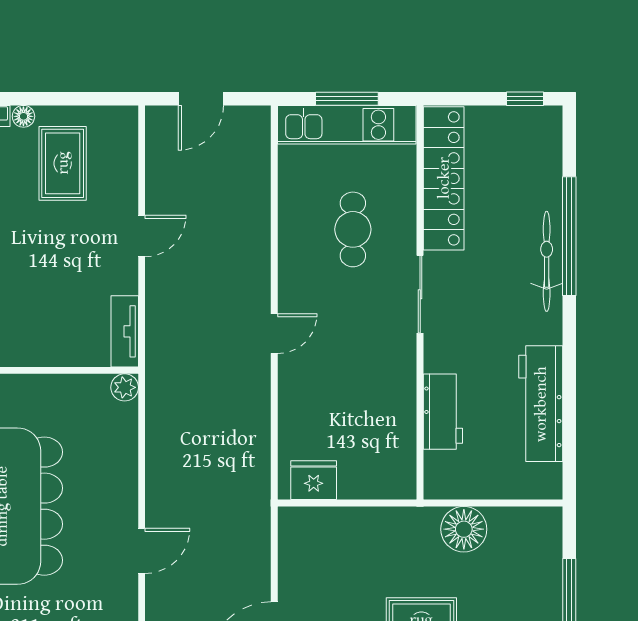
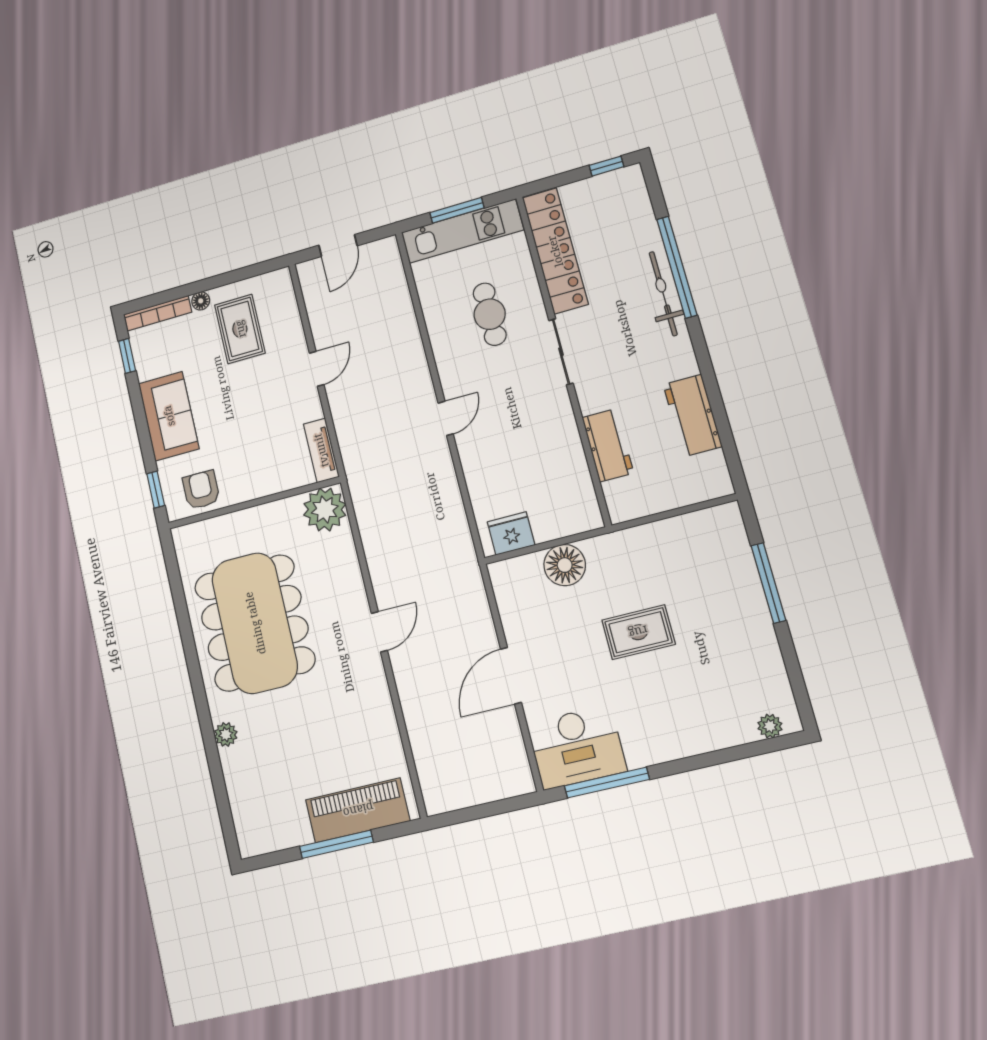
plant: (125, 387) -> (325, 510), width x1.87, depth x1.87
workbench: (541, 404) -> (693, 415), width x0.73
floor lamp: (464, 529) -> (565, 565), moved

